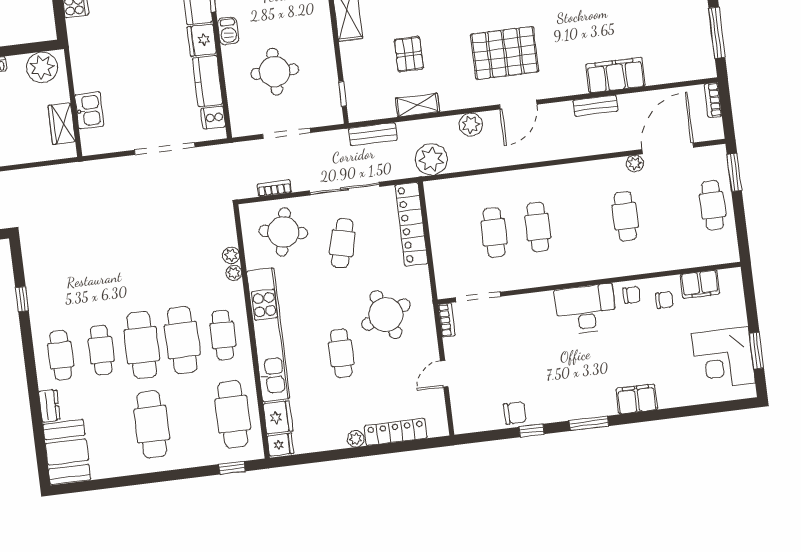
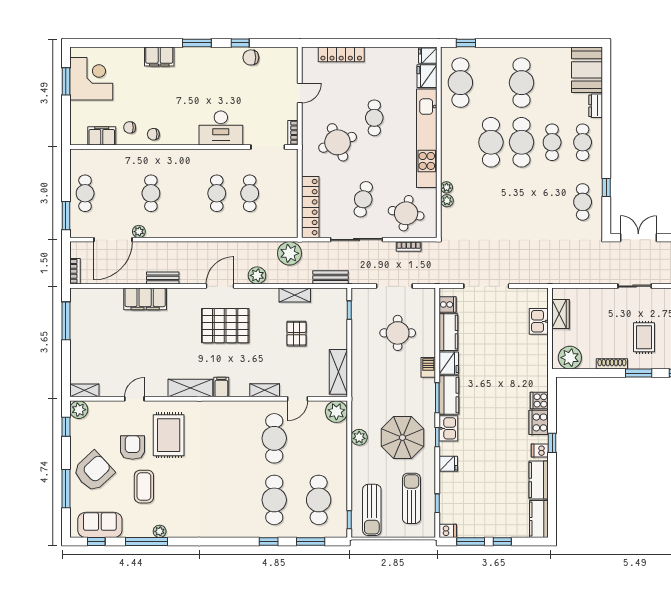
desk: (586, 309) -> (221, 128), moved
cafe table: (223, 335) -> (583, 202), moved
plant: (356, 439) -> (371, 53), removed

